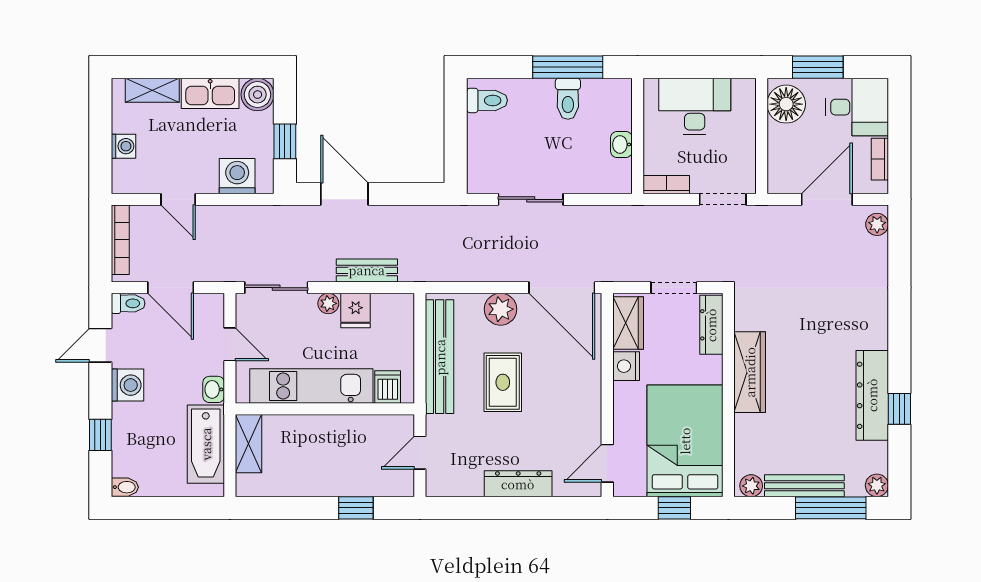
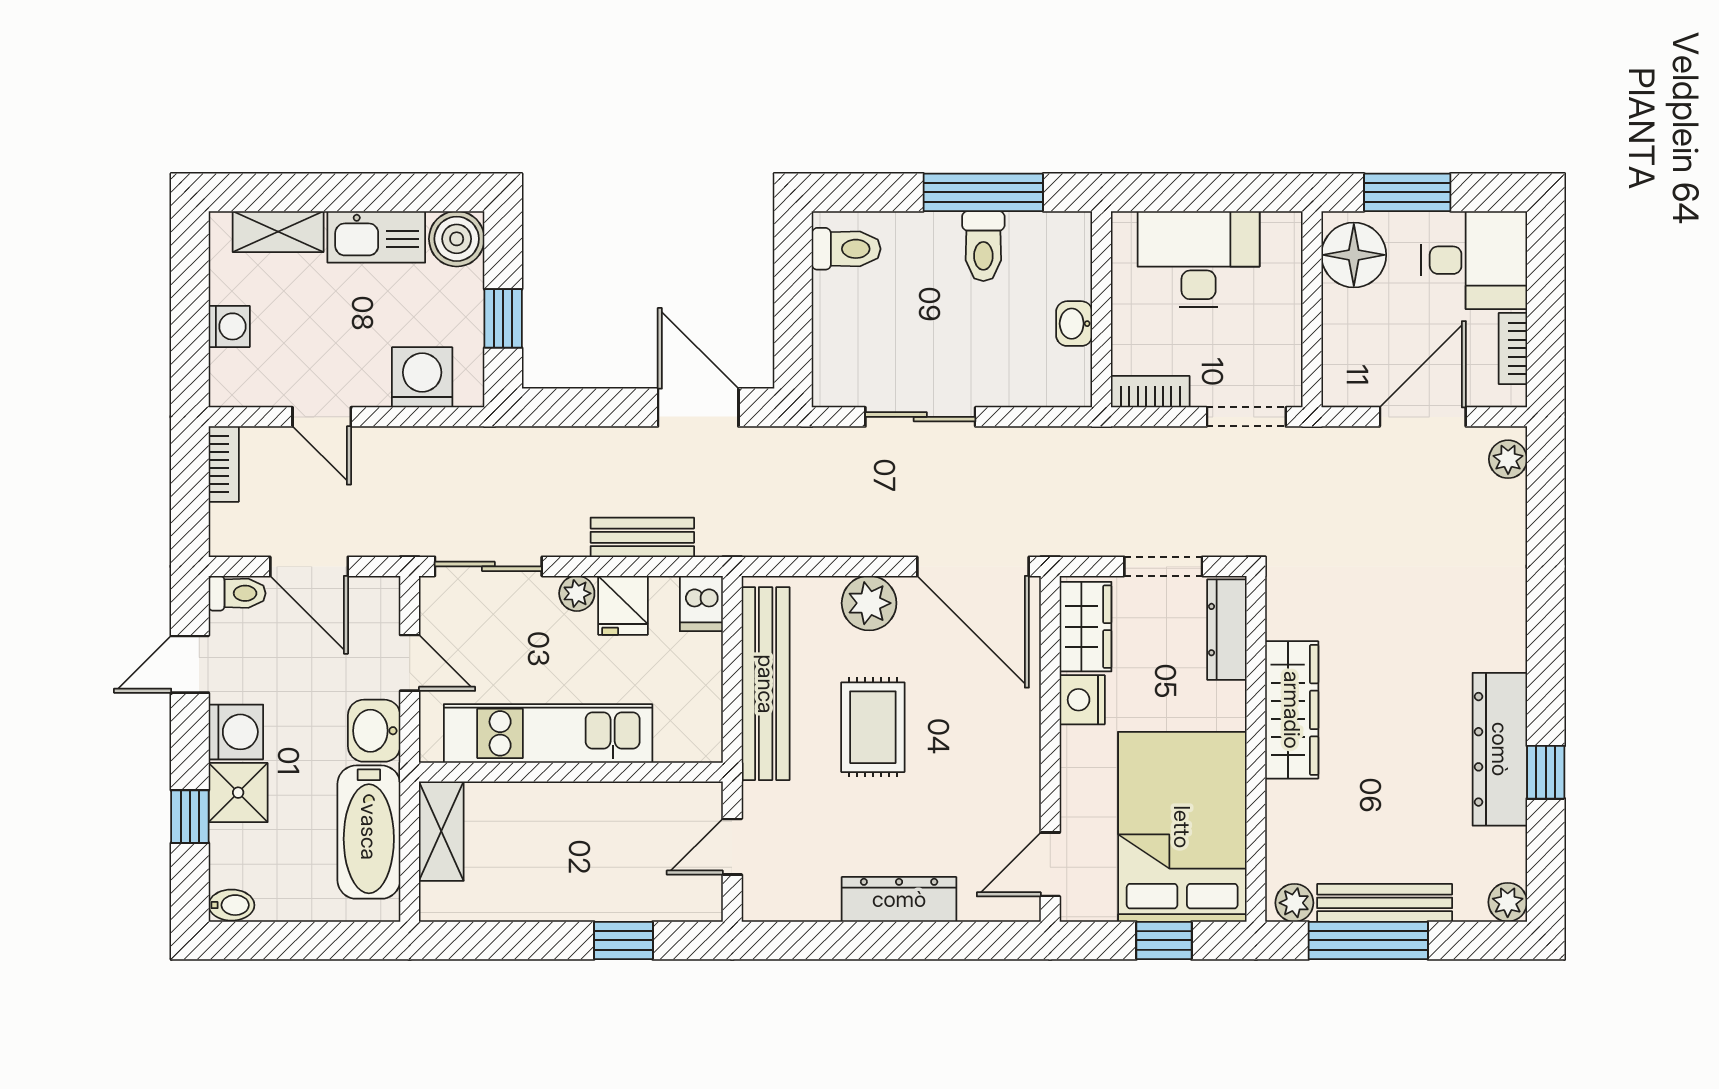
door: (344, 194) -> (698, 407), moved
bookcase: (120, 240) -> (224, 464), width x0.64
dishwasher: (388, 387) -> (701, 603), moved, turned 180
washbasin: (214, 389) -> (374, 731), width x1.38, depth x1.45
shower: (129, 421) -> (238, 793), added
window: (831, 508) -> (1368, 940), moved

